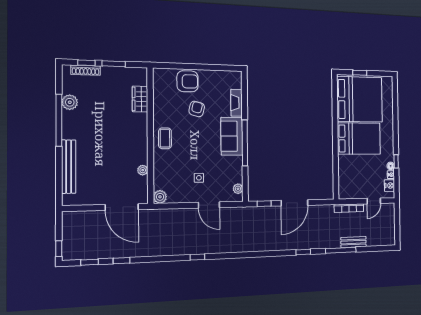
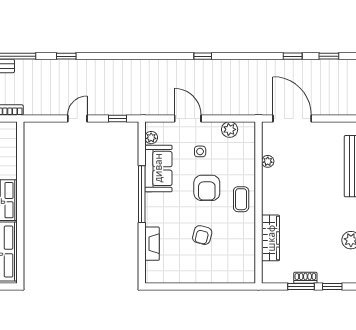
shoe rack: (86, 70) -> (305, 278), moved, width x0.70
armchair: (187, 81) -> (207, 188), moved, turned -90
wardrobe: (140, 99) -> (271, 238), width x1.50
sofa: (232, 136) -> (158, 168), moved
plant: (160, 197) -> (230, 129), moved
door: (294, 203) -> (77, 118), width x0.53

